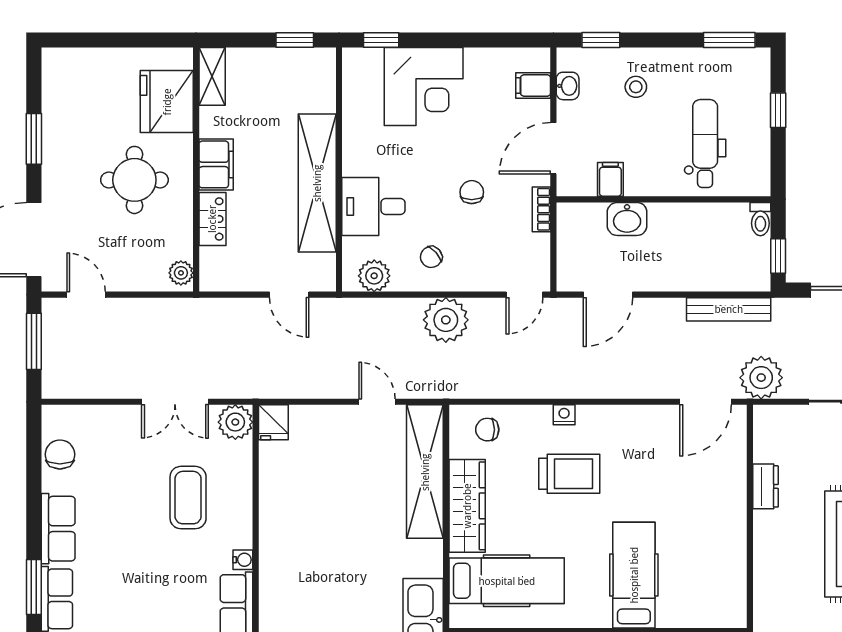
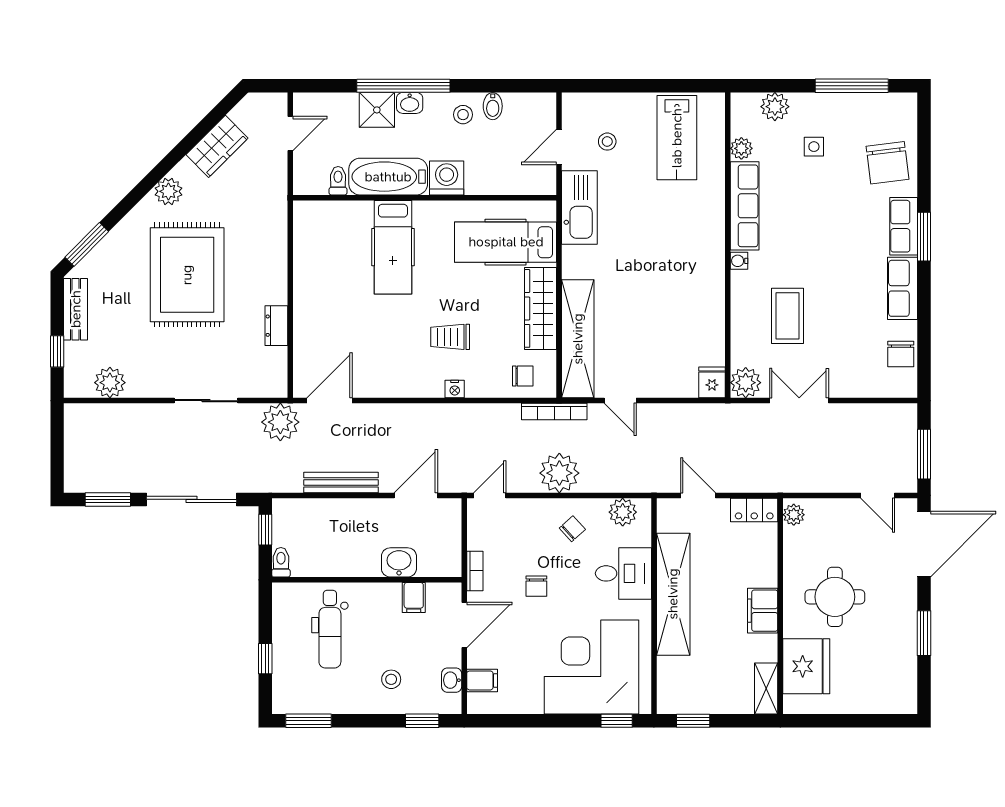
corner desk: (424, 87) -> (591, 667), width x1.36, depth x1.36
locker: (212, 219) -> (754, 510), moved, turned -90
bench: (729, 309) -> (341, 482), moved
bookcase: (452, 389) -> (554, 412), added
trolley: (569, 474) -> (450, 337), width x0.73, depth x0.72

